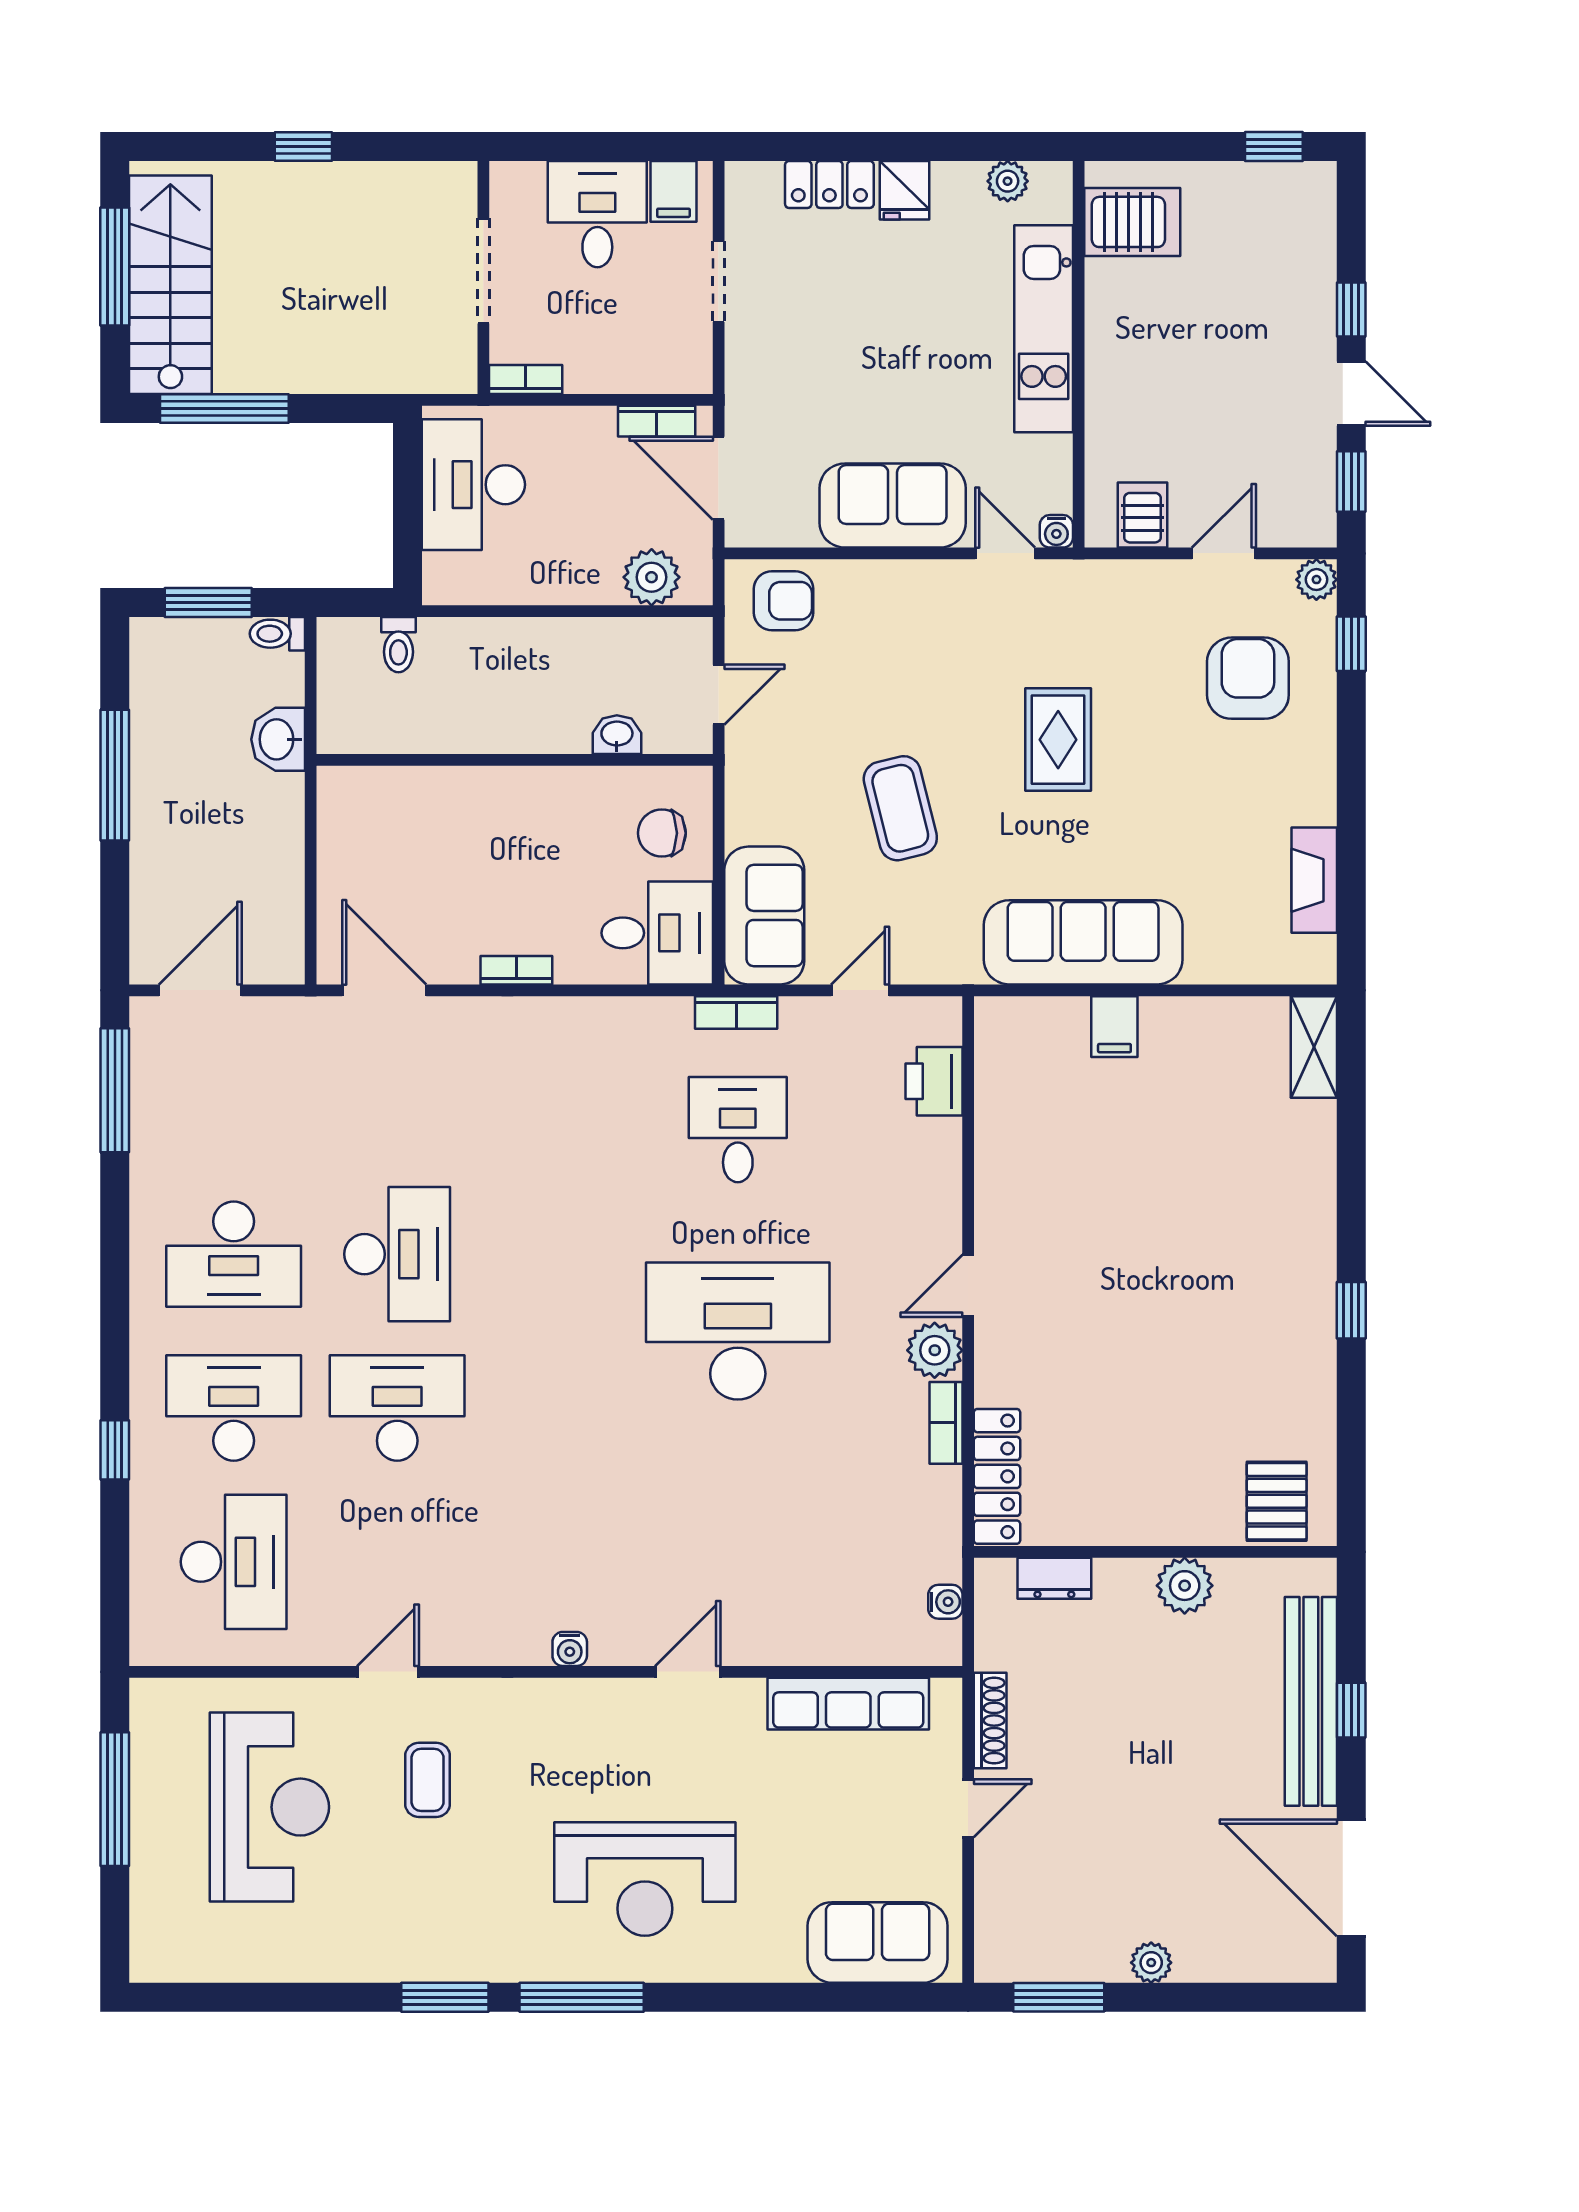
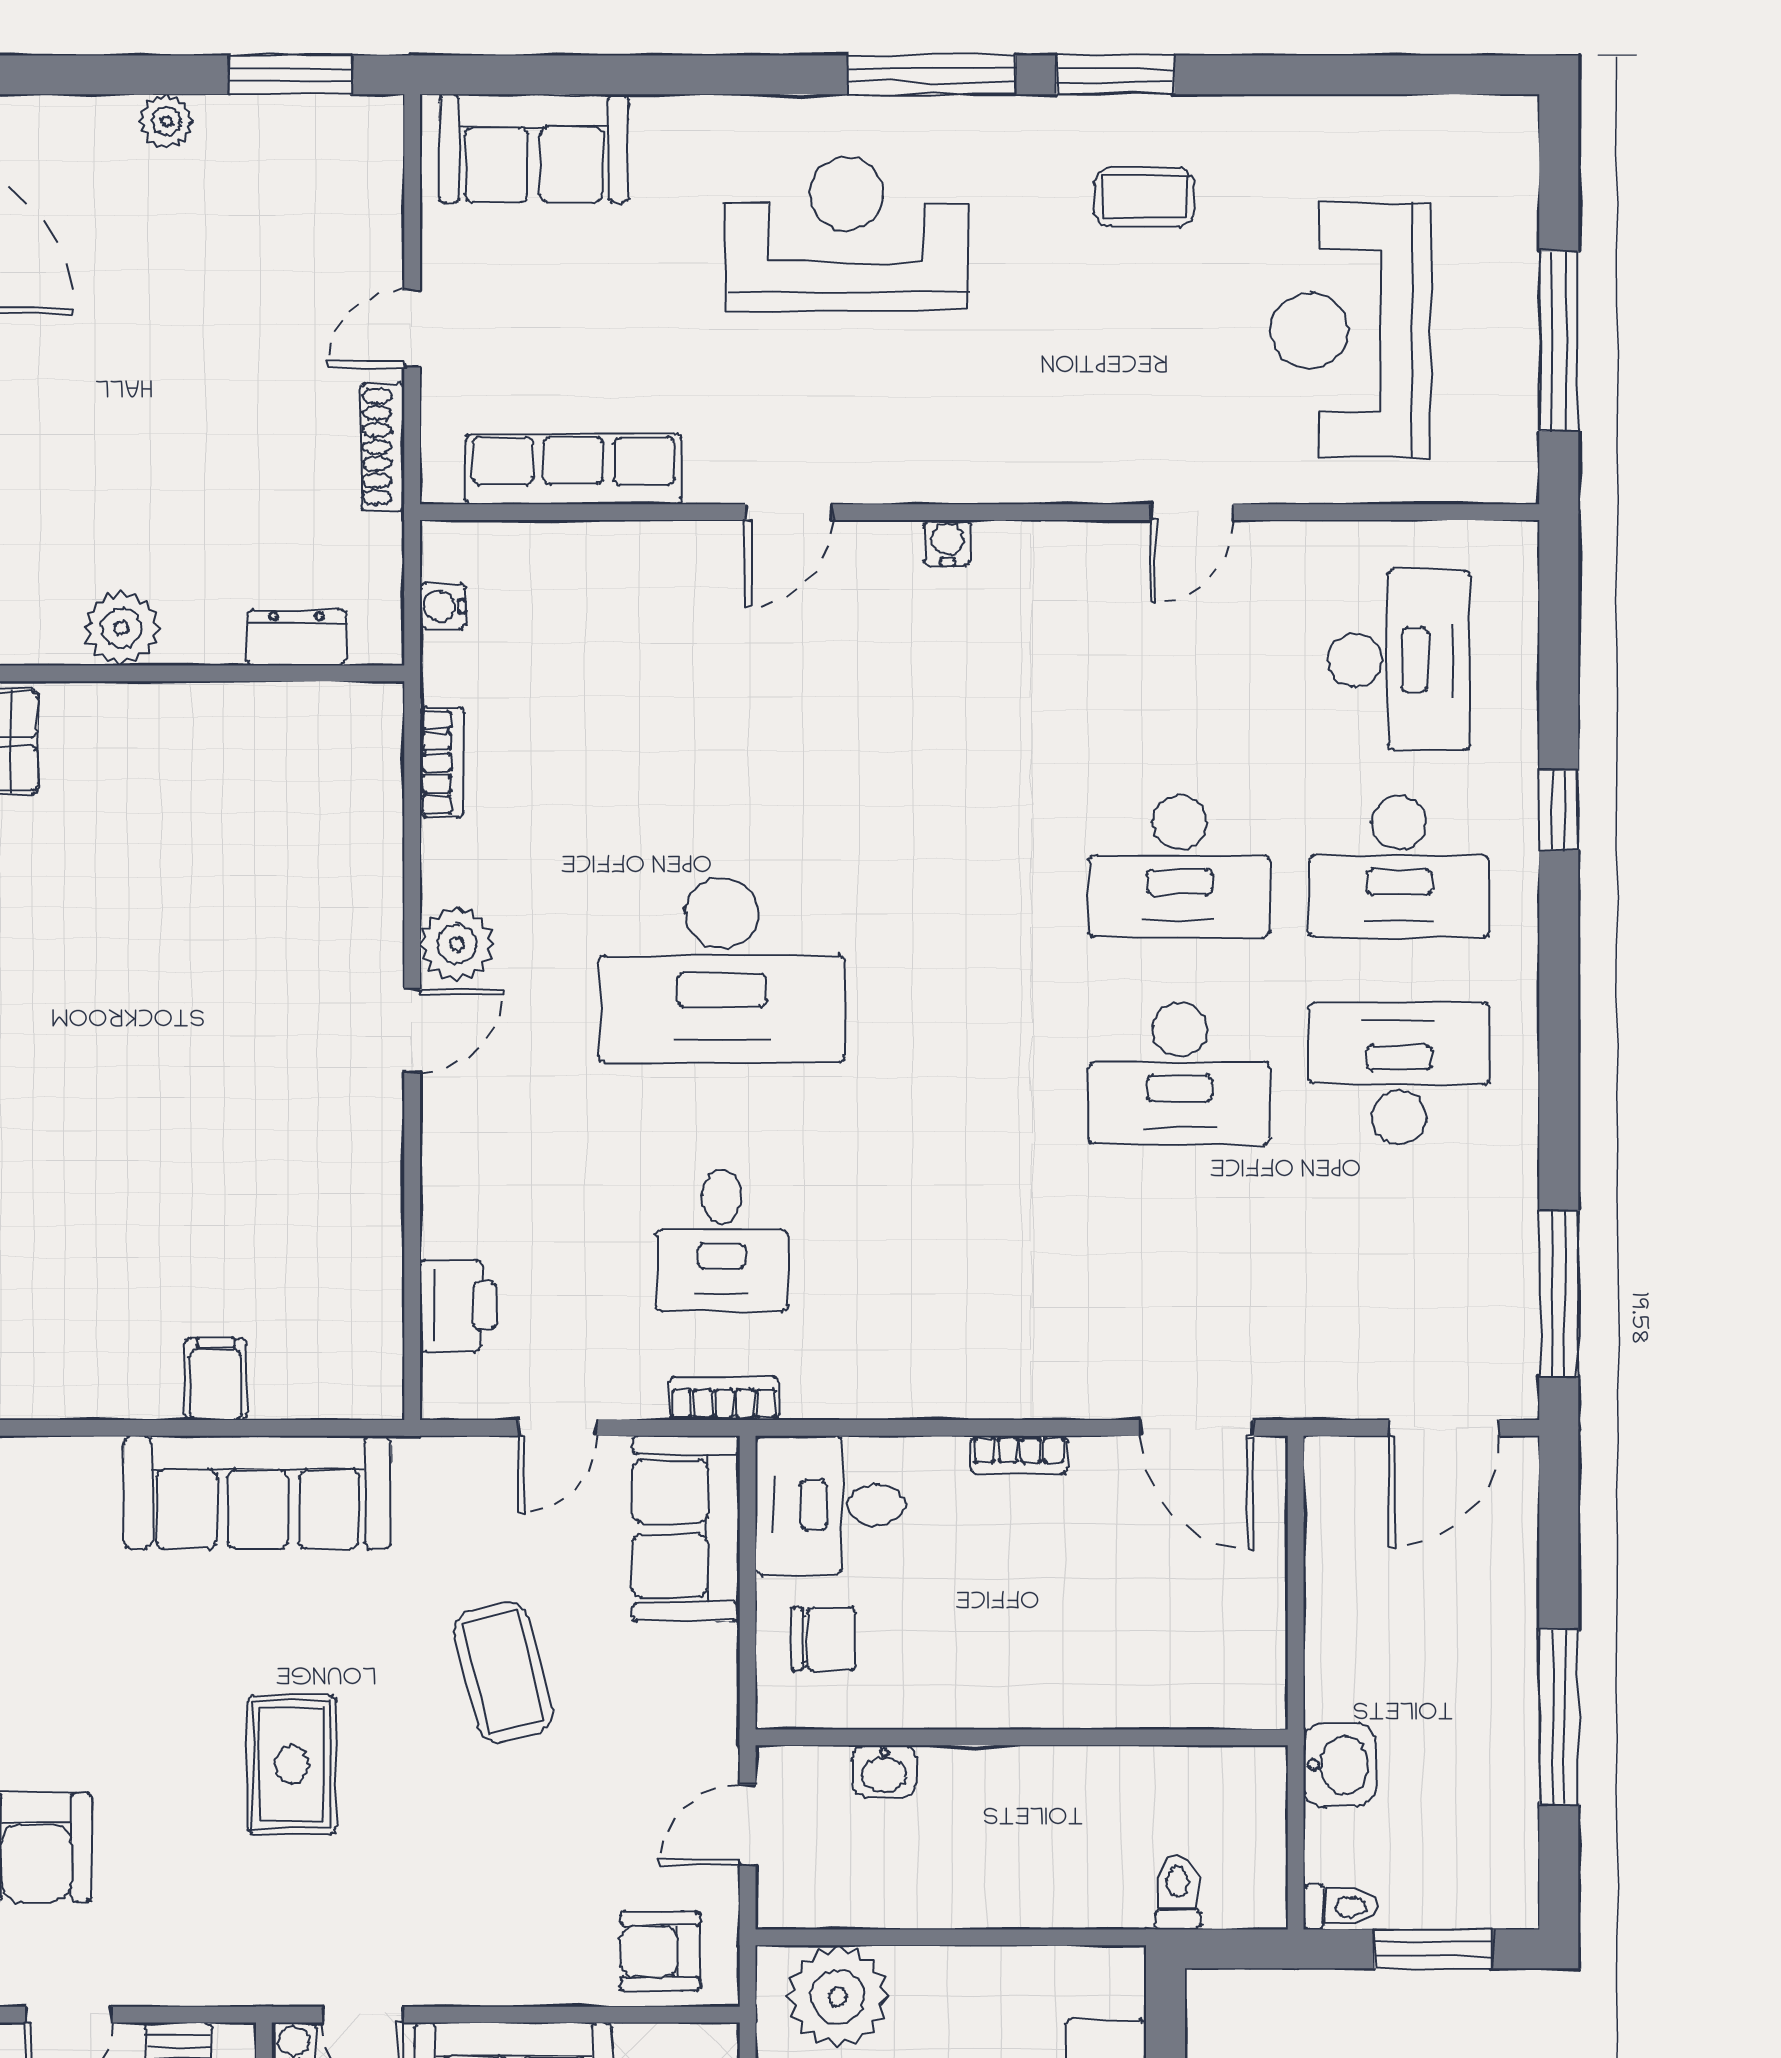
plant: (652, 577) -> (838, 1997), width x1.36, depth x1.36
desk: (397, 1254) -> (1179, 1073), turned -90
bookcase: (946, 1423) -> (442, 762), moved
locker: (997, 1476) -> (373, 775), removed
desk: (234, 1562) -> (1399, 660), turned 180
coffee table: (428, 1780) -> (1144, 197), moved, turned 90

